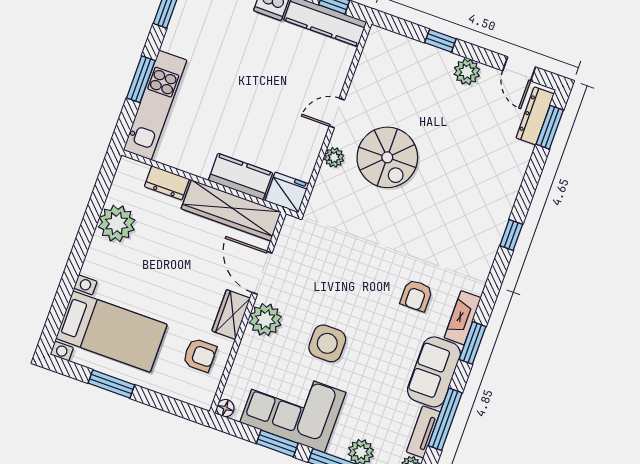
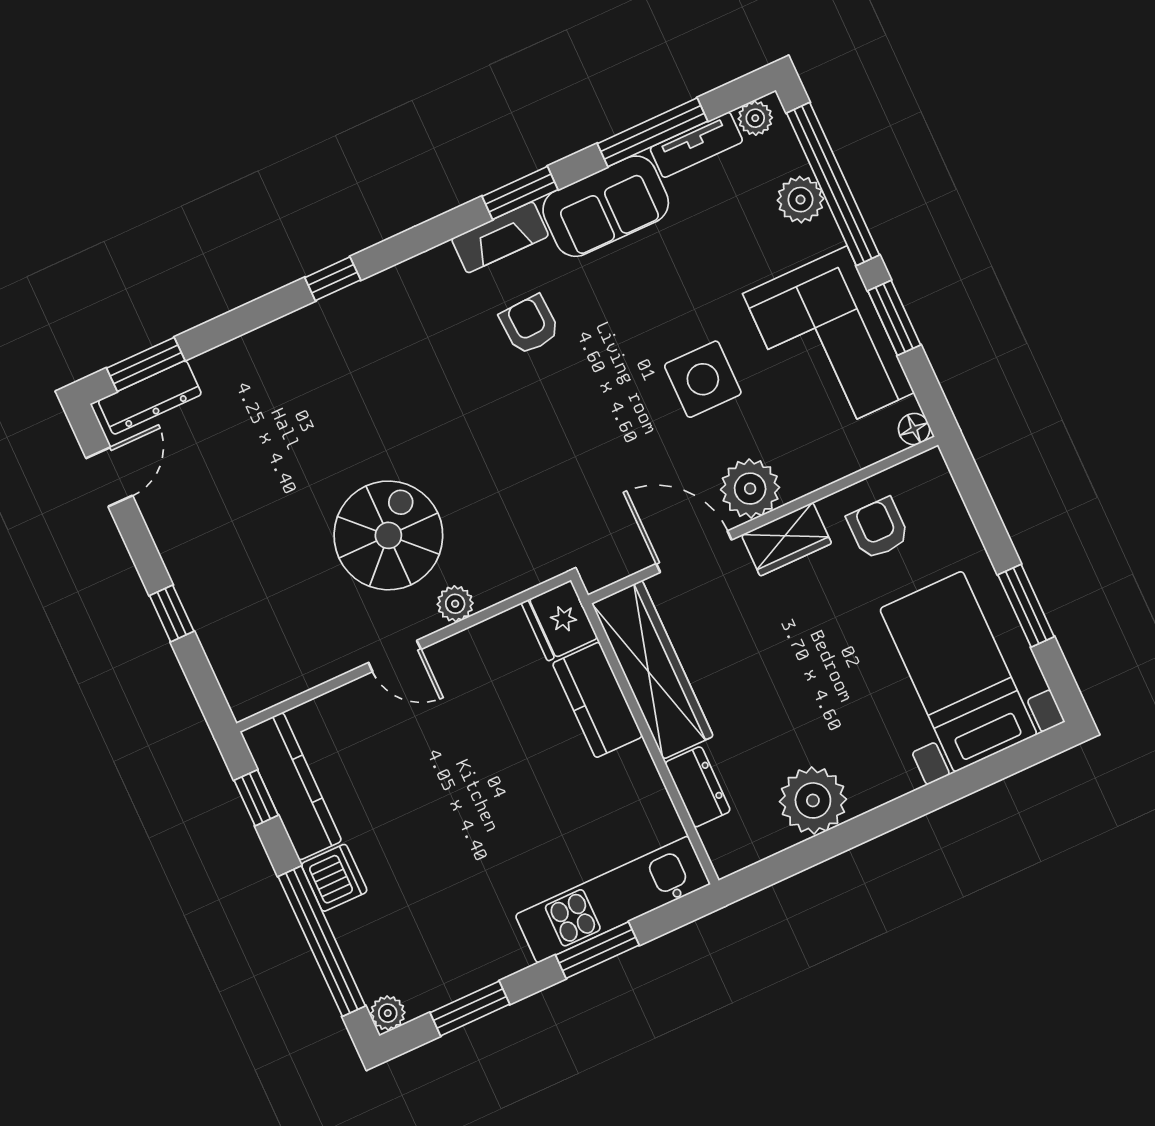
plant: (467, 72) -> (178, 540), removed
door: (262, 273) -> (694, 552), swing flipped
armchair: (416, 296) -> (530, 325), turned -93

